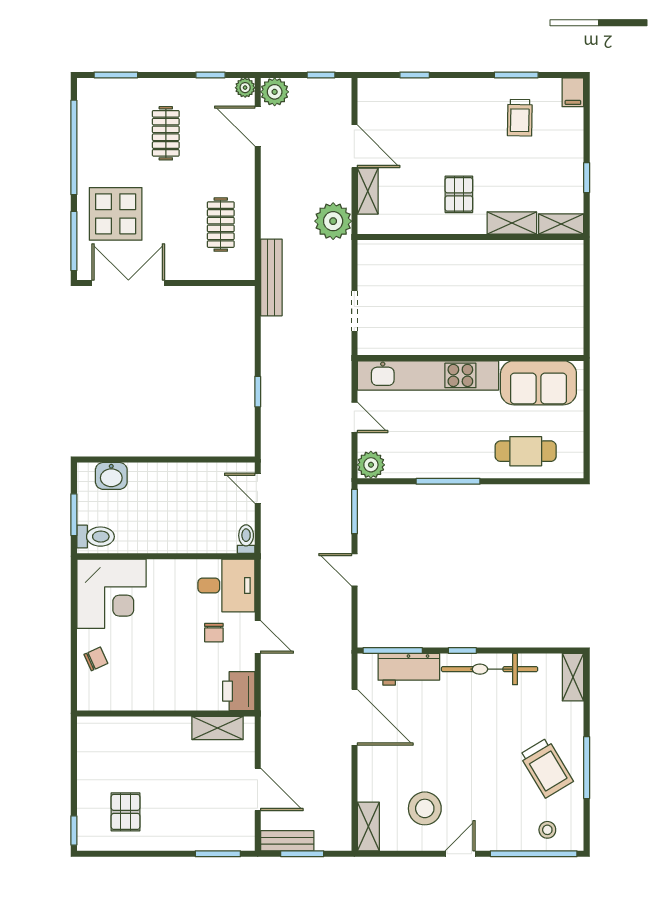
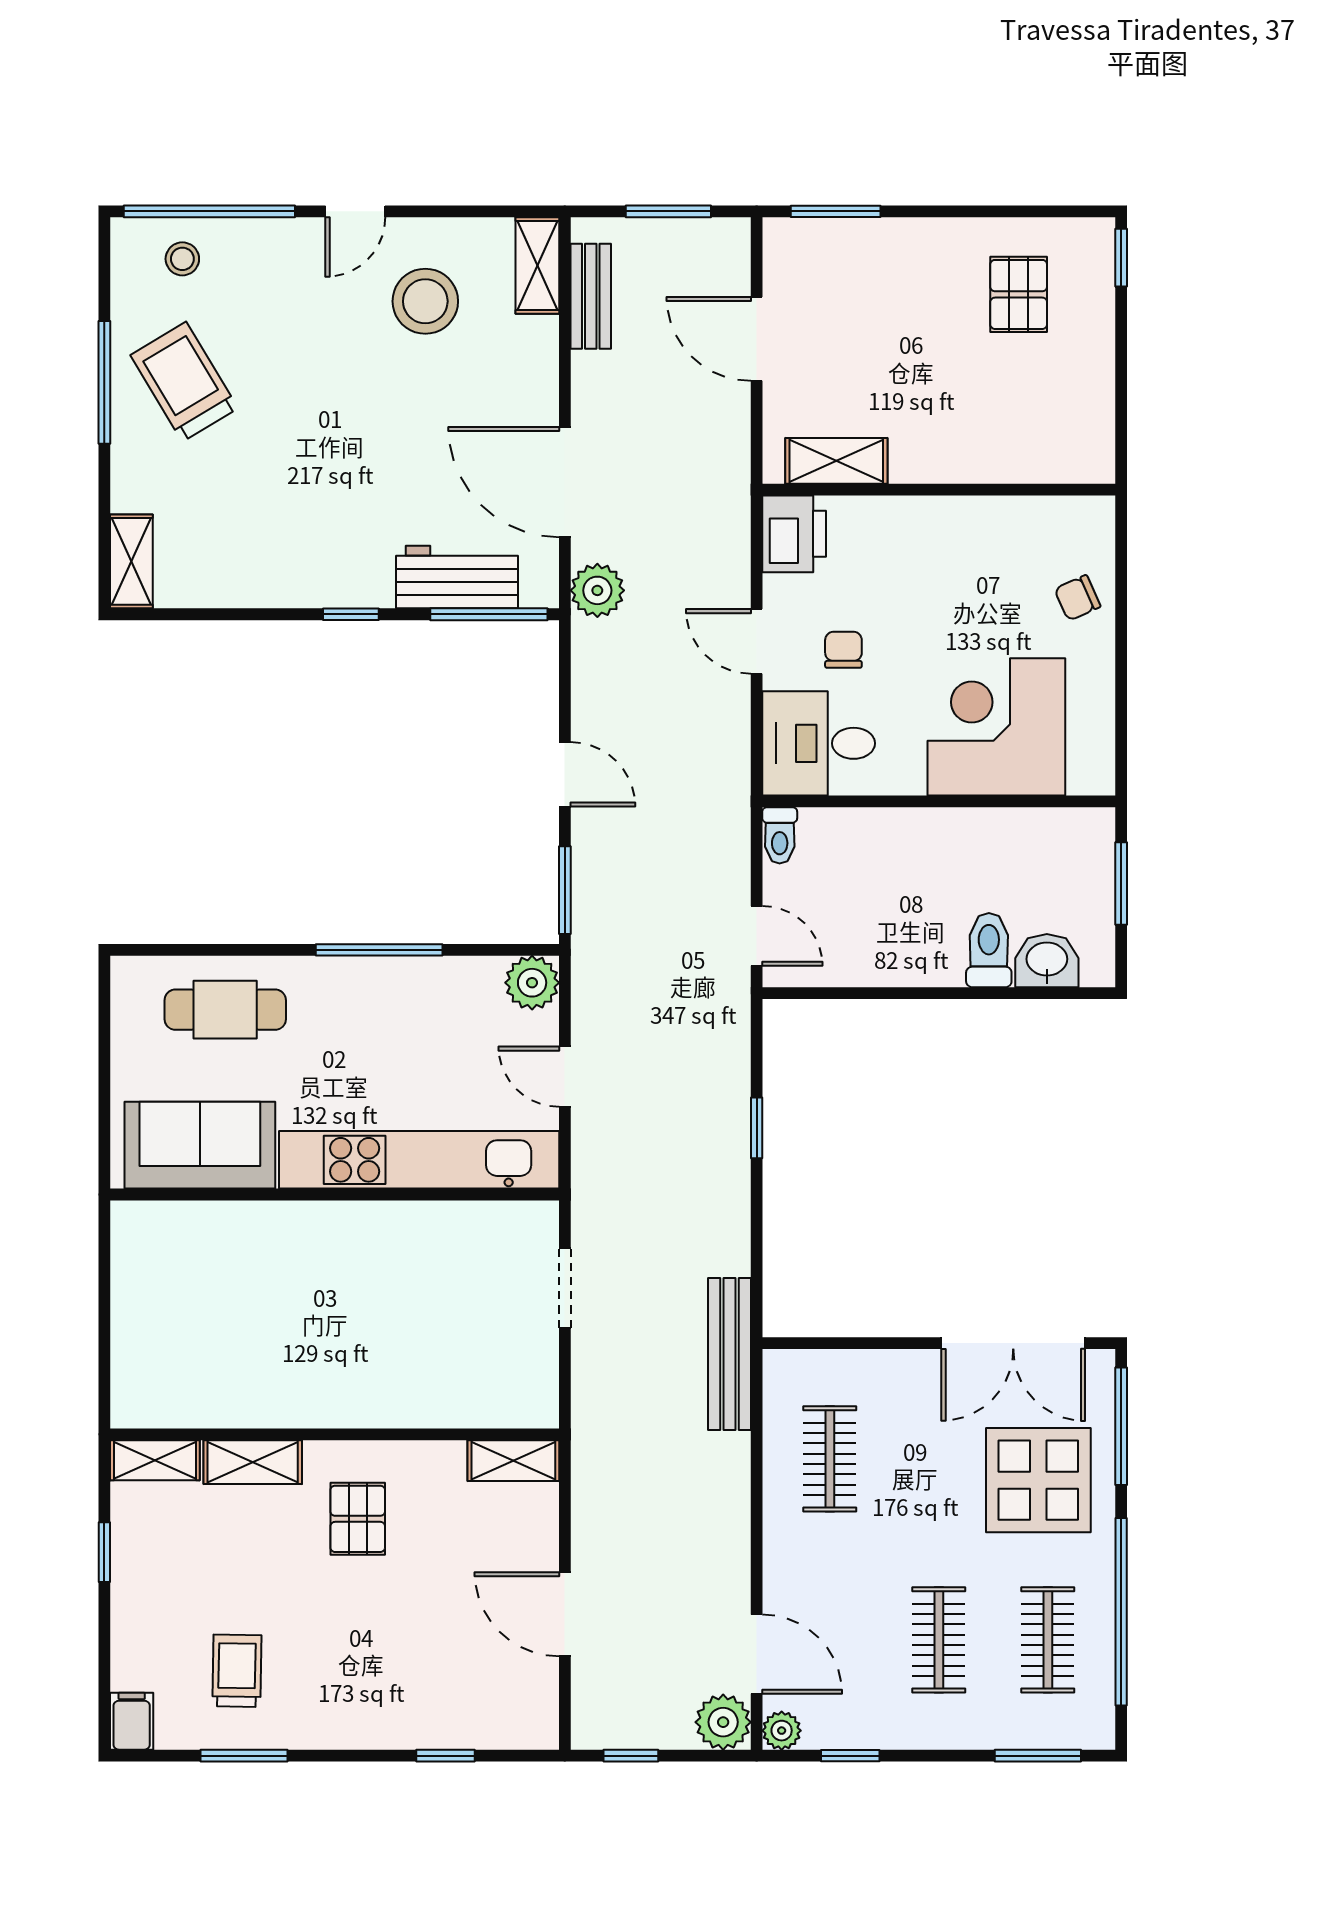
clothes rail: (111, 133) -> (1048, 1640), added
shelving: (368, 191) -> (513, 1461), moved, turned 90
plant: (333, 221) -> (597, 590), moved, width x0.73, depth x0.73
toilet: (96, 537) -> (989, 950), moved, turned 90
corner desk: (111, 594) -> (996, 727), moved
bicycle: (490, 669) -> (297, 578), removed
bench: (287, 841) -> (591, 296), moved, turned 90

